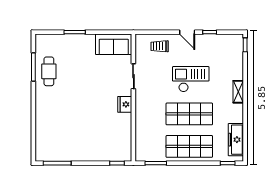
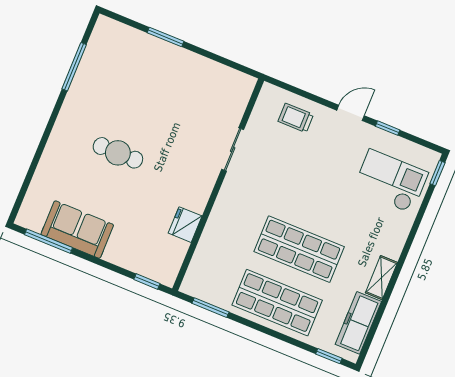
door: (187, 32) -> (351, 113), swing flipped
sofa: (114, 44) -> (77, 230), moved, turned 180
cafe table: (49, 71) -> (118, 153), moved, turned 90
checkout: (191, 79) -> (391, 181), moved
shelving: (238, 92) -> (381, 278), moved
fridge: (125, 104) -> (185, 225), moved

